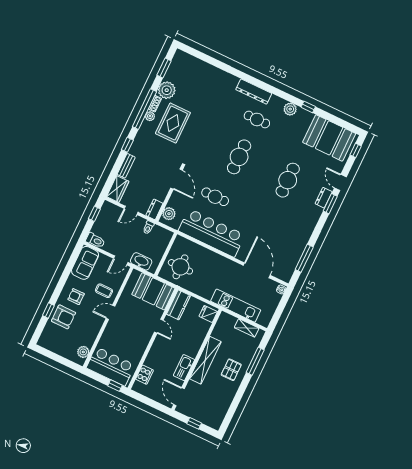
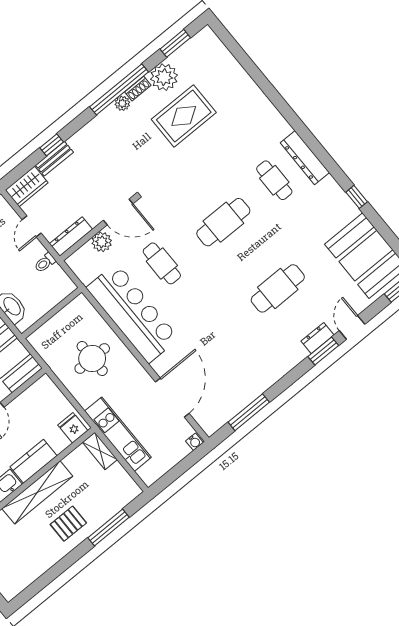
dresser: (254, 92) -> (305, 158), moved
plant: (290, 109) -> (329, 188), removed
rug: (173, 123) -> (184, 116), moved
window: (127, 145) -> (52, 145), moved
door: (177, 179) -> (118, 212), hinge flipped
dresser: (154, 209) -> (71, 237), width x1.44
door: (131, 210) -> (32, 226), hinge flipped
plant: (169, 214) -> (102, 242), moved
round table: (180, 267) -> (92, 358), moved
kitchen counter: (178, 305) -> (34, 461), moved, turned 180
shelving: (247, 328) -> (100, 451), moved

